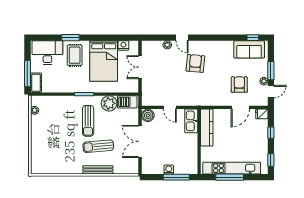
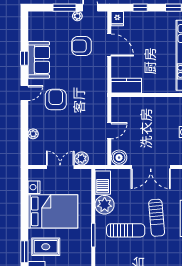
door: (182, 38) -> (24, 93), moved
window: (253, 38) -> (24, 58), moved
sofa: (249, 49) -> (39, 60), moved
armchair: (195, 63) -> (56, 100), turned 85
double door: (140, 67) -> (60, 167), swing flipped
plant: (147, 85) -> (82, 159), added
kitchen sink: (191, 121) -> (126, 105), removed
kitchen counter: (207, 128) -> (126, 86), width x0.67

